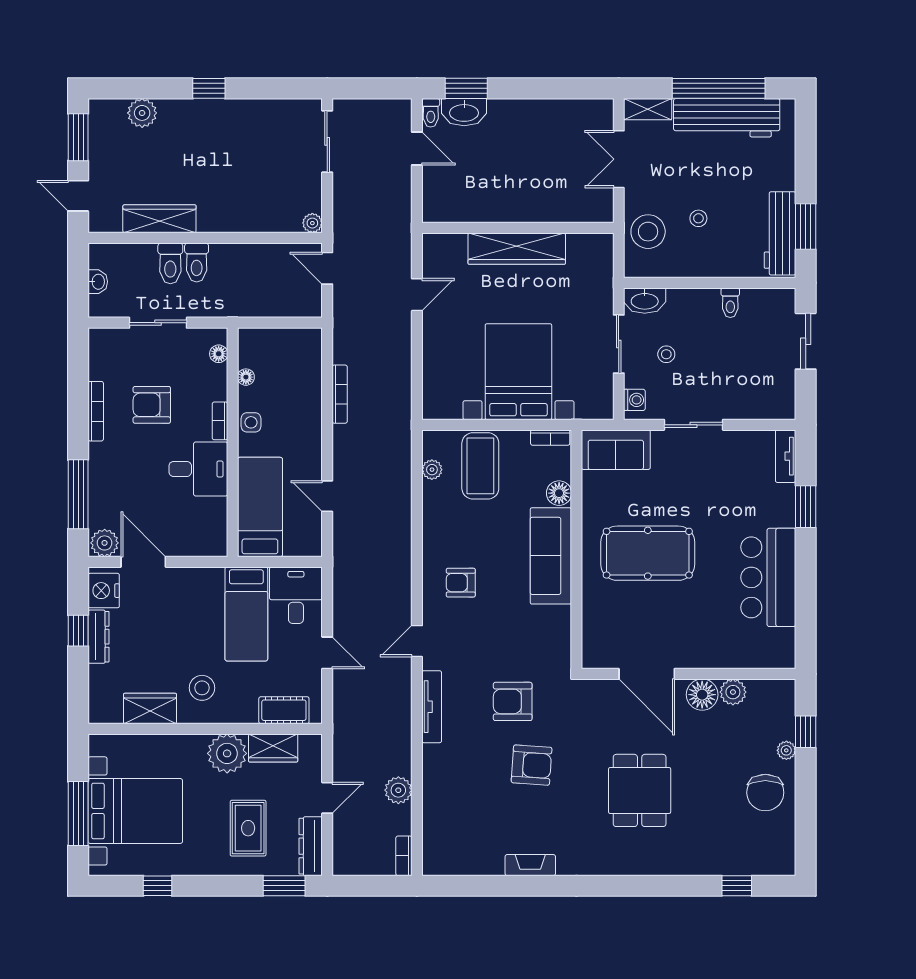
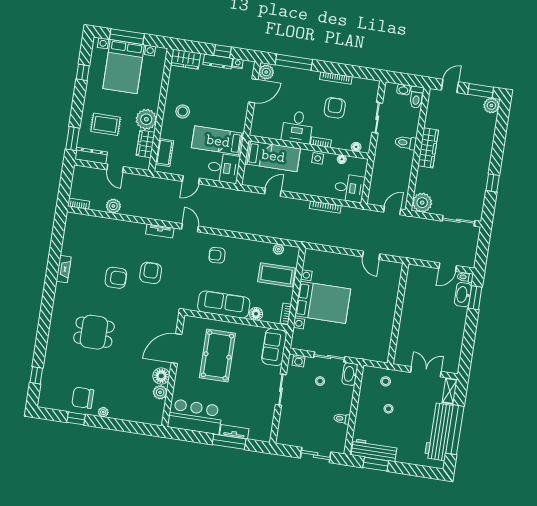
window: (209, 88) -> (493, 183), moved
plant: (142, 113) -> (491, 105), moved
wardrobe: (159, 219) -> (428, 148), moved
plant: (312, 223) -> (422, 203), width x1.87, depth x1.87
stool: (648, 232) -> (386, 381), width x0.53, depth x0.53
wardrobe: (517, 249) -> (387, 311), removed
toilet: (170, 263) -> (416, 97), moved, turned -90
desk: (297, 355) -> (349, 188), added
tv unit: (786, 456) -> (234, 432), moved
window: (806, 507) -> (229, 442), width x1.44
armchair: (461, 583) -> (217, 255), turned -93
nightstand: (104, 591) -> (238, 64), width x0.53, depth x0.56
door: (647, 674) -> (176, 349), moved
wall: (689, 674) -> (173, 370), moved
plant: (733, 692) -> (160, 392), moved
floor lamp: (702, 695) -> (161, 376), moved
tv unit: (432, 707) -> (160, 231), width x0.71
wardrobe: (150, 708) -> (186, 59), moved, turned 90
window: (806, 732) -> (76, 418), moved
armchair: (532, 765) -> (116, 278), turned -94

